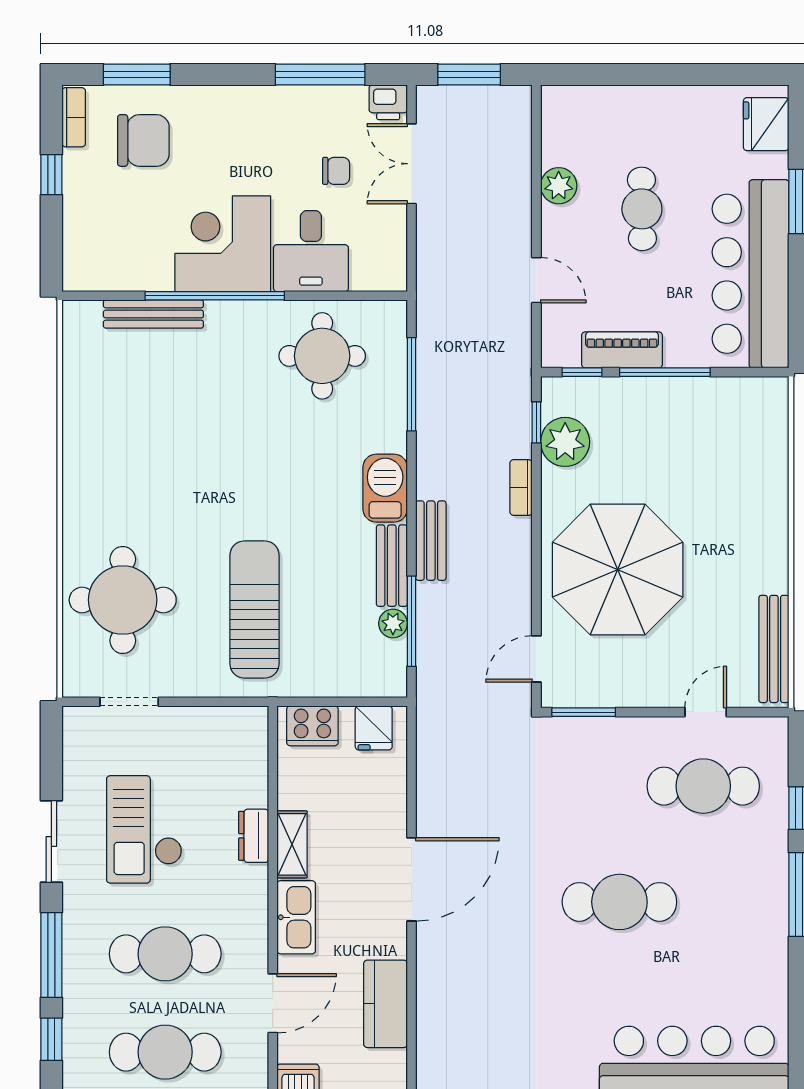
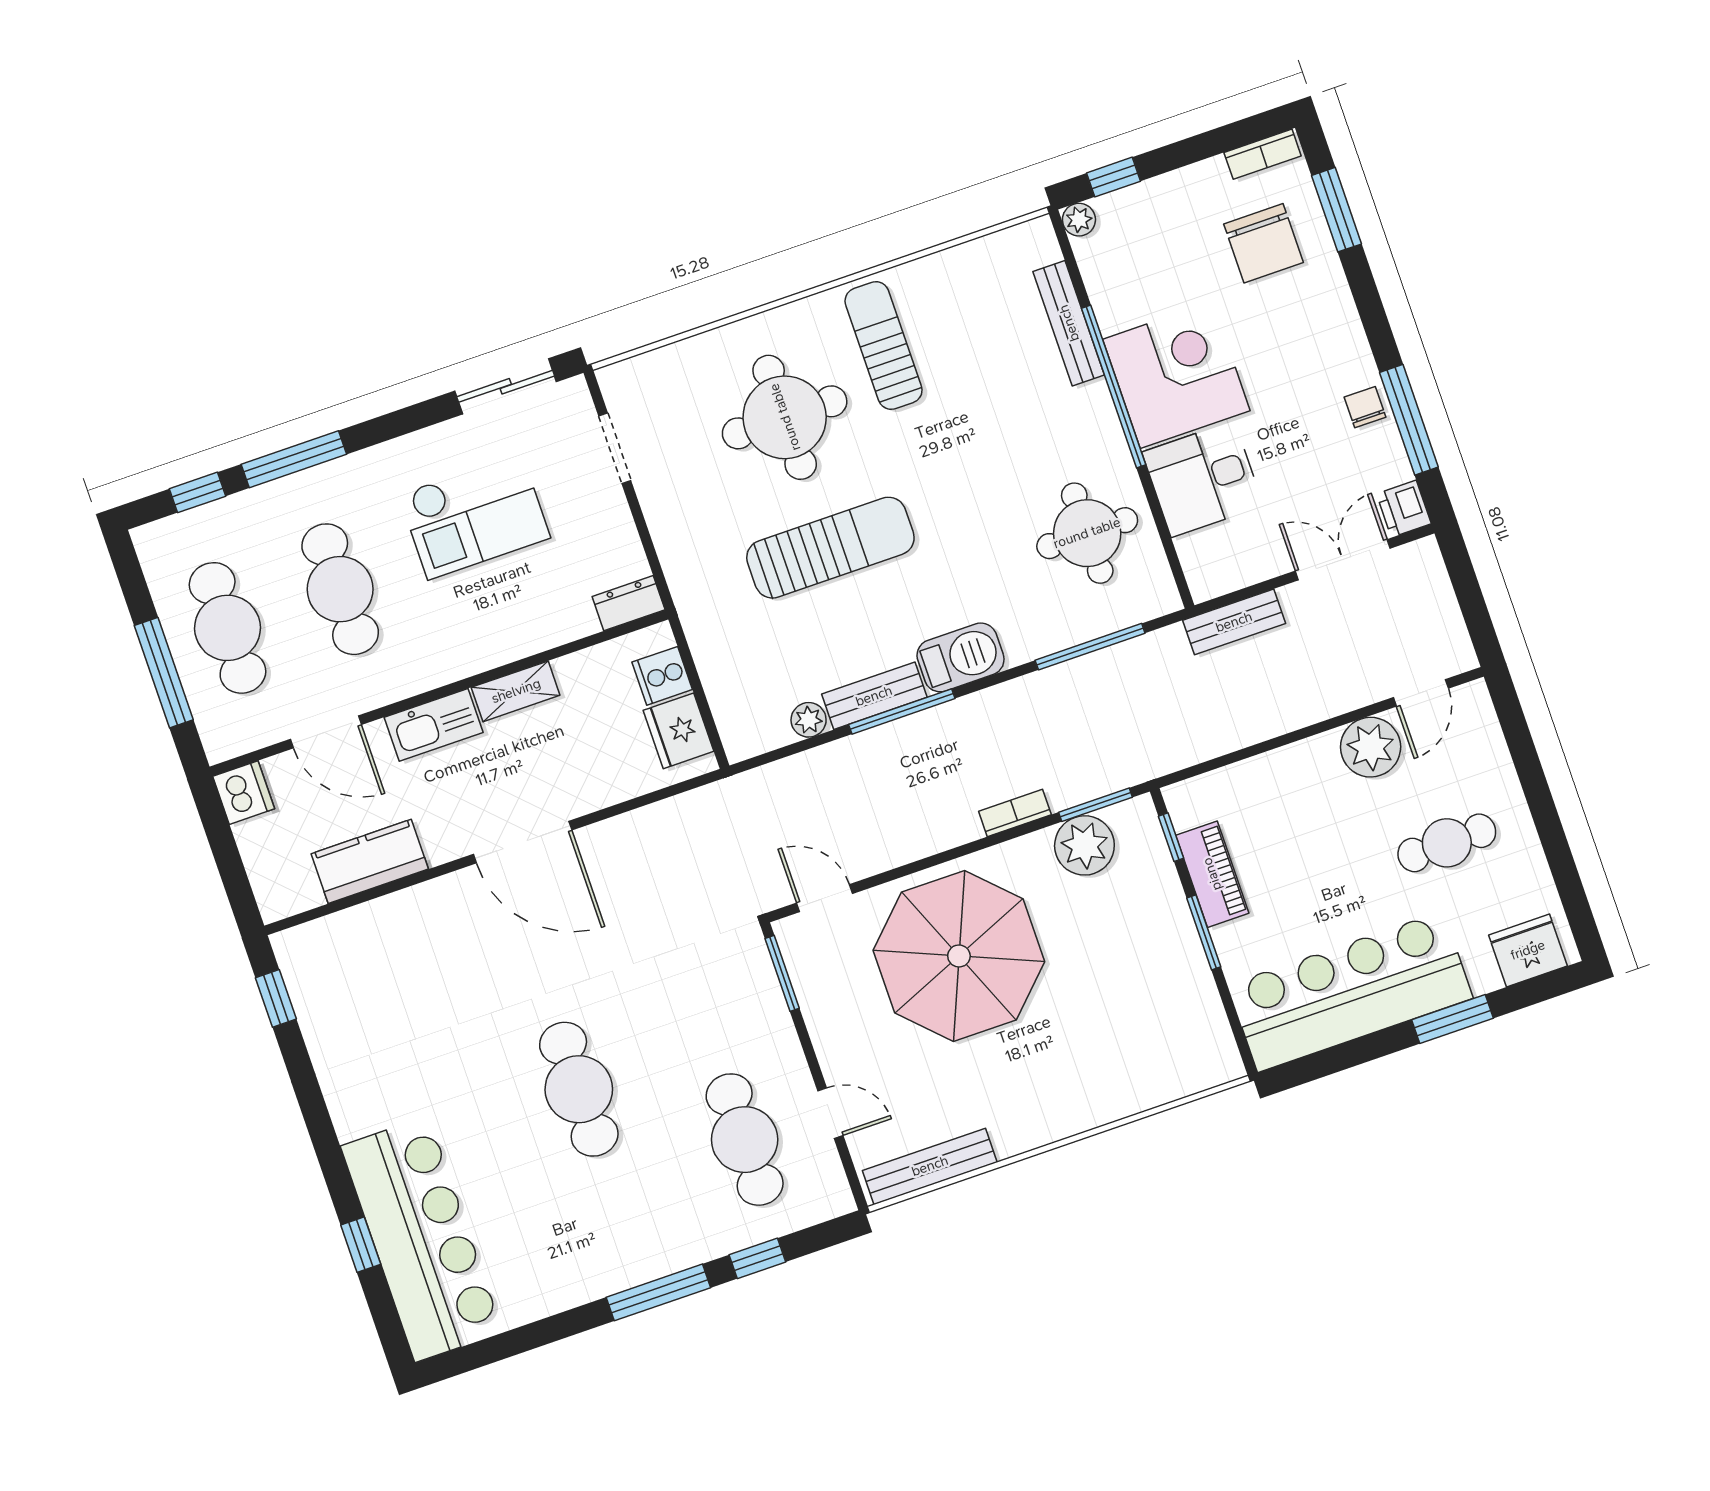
window: (469, 74) -> (1468, 590), removed
chair: (336, 171) -> (1365, 407), moved, turned 180
window: (51, 175) -> (1113, 177), moved
plant: (559, 186) -> (1371, 747), width x1.36, depth x1.36
cafe table: (642, 209) -> (1447, 843), moved
plant: (75, 278) -> (1079, 220), added
door: (536, 280) -> (1421, 693), moved
window: (665, 372) -> (1204, 932), width x0.69
window: (536, 422) -> (1096, 805), width x1.50
sun lounger: (121, 464) -> (884, 346), added
bench: (431, 541) -> (1234, 622), moved
round table: (123, 600) -> (785, 417), moved
sun lounger: (254, 610) -> (830, 548), moved
window: (412, 621) -> (902, 711), moved
cooker: (312, 726) -> (662, 676), width x0.73
fridge: (374, 728) -> (678, 731), width x1.38
checkout: (144, 829) -> (474, 516), turned 180
dresser: (254, 836) -> (629, 603), moved
sliding door: (51, 842) -> (506, 386), moved

